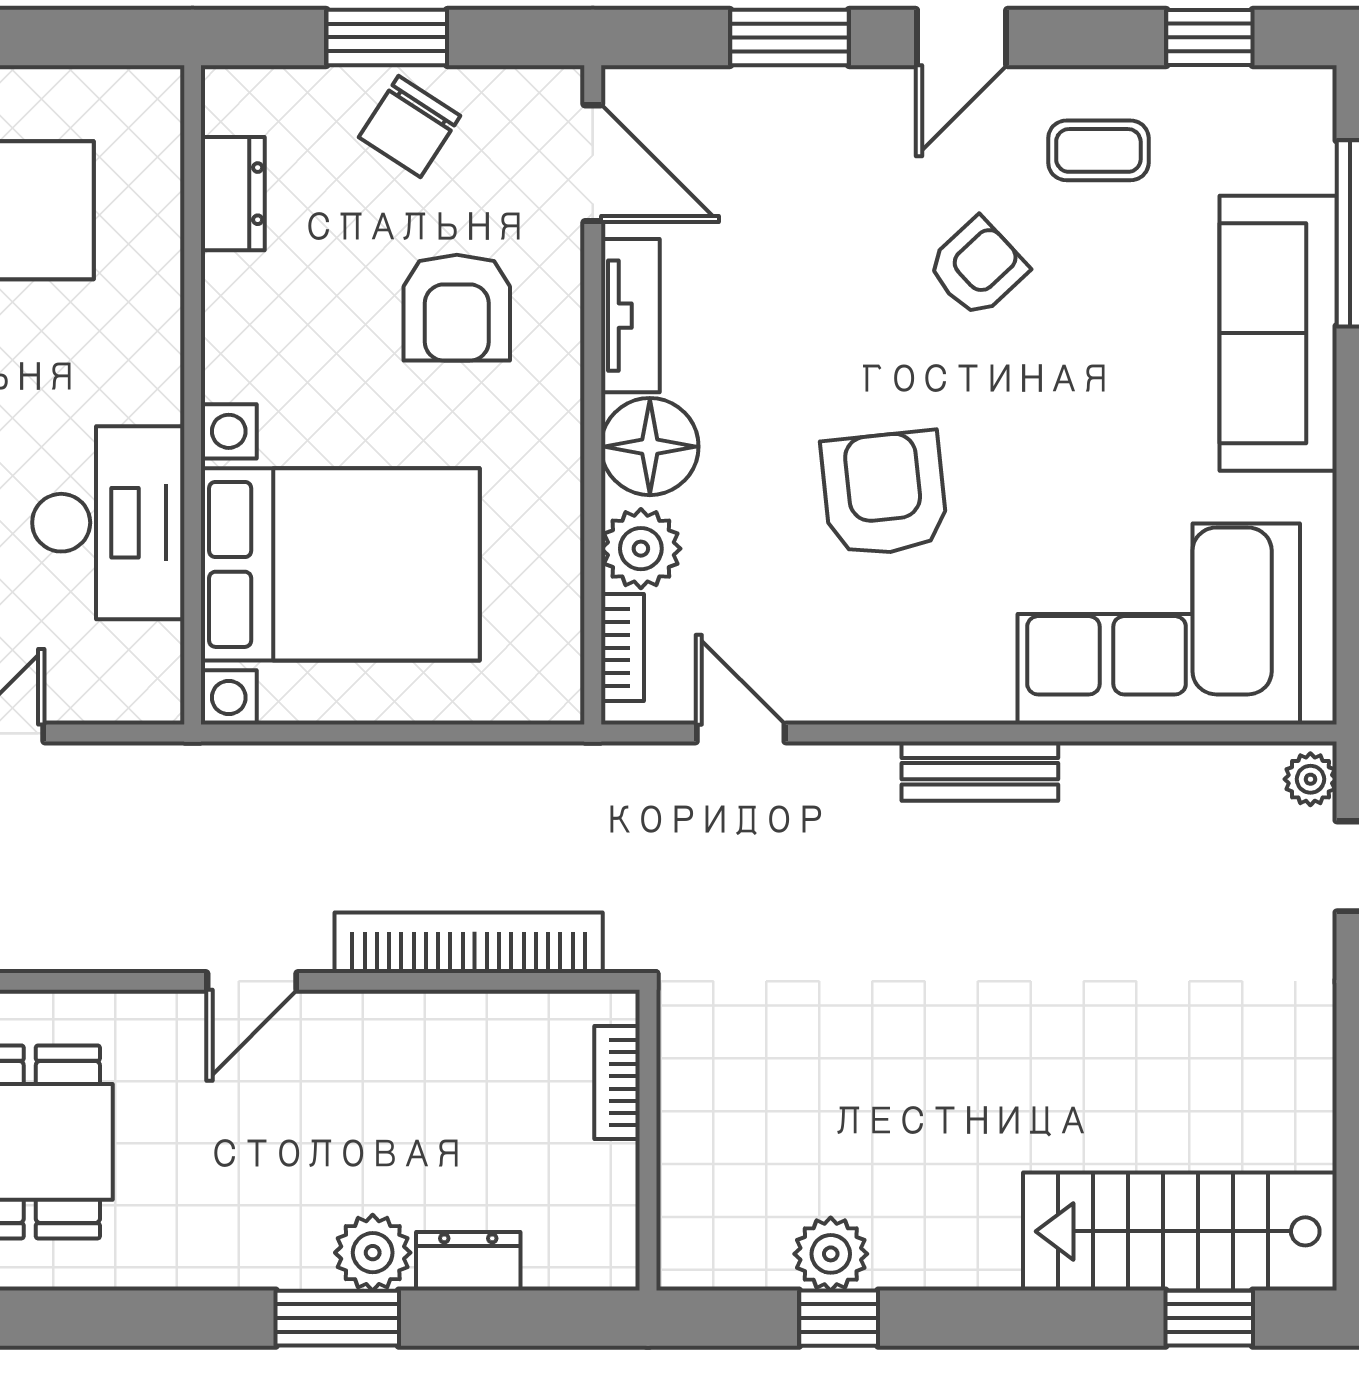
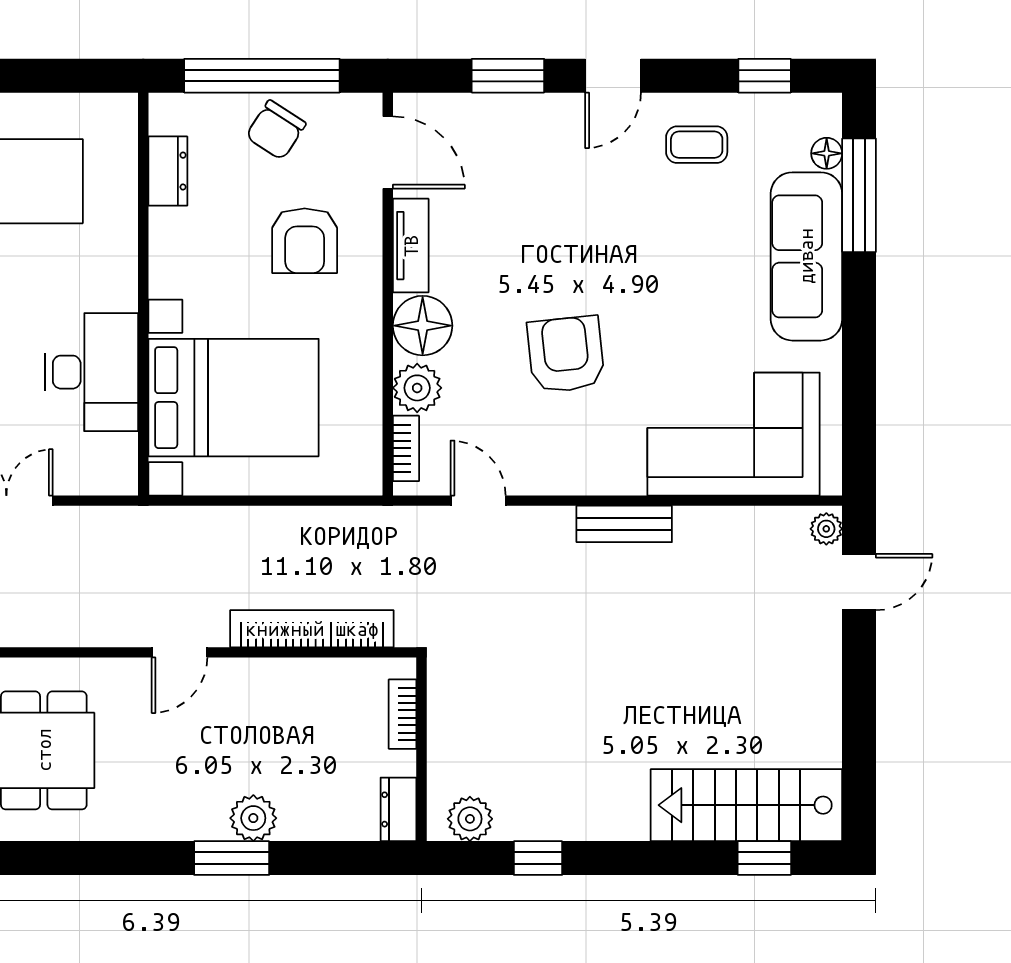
window: (387, 37) -> (262, 76), width x2.11
floor lamp: (1311, 165) -> (827, 153), added
armchair: (977, 267) -> (623, 216), removed
plant: (831, 1254) -> (470, 819), moved
dresser: (468, 1261) -> (399, 809), moved, turned -90

